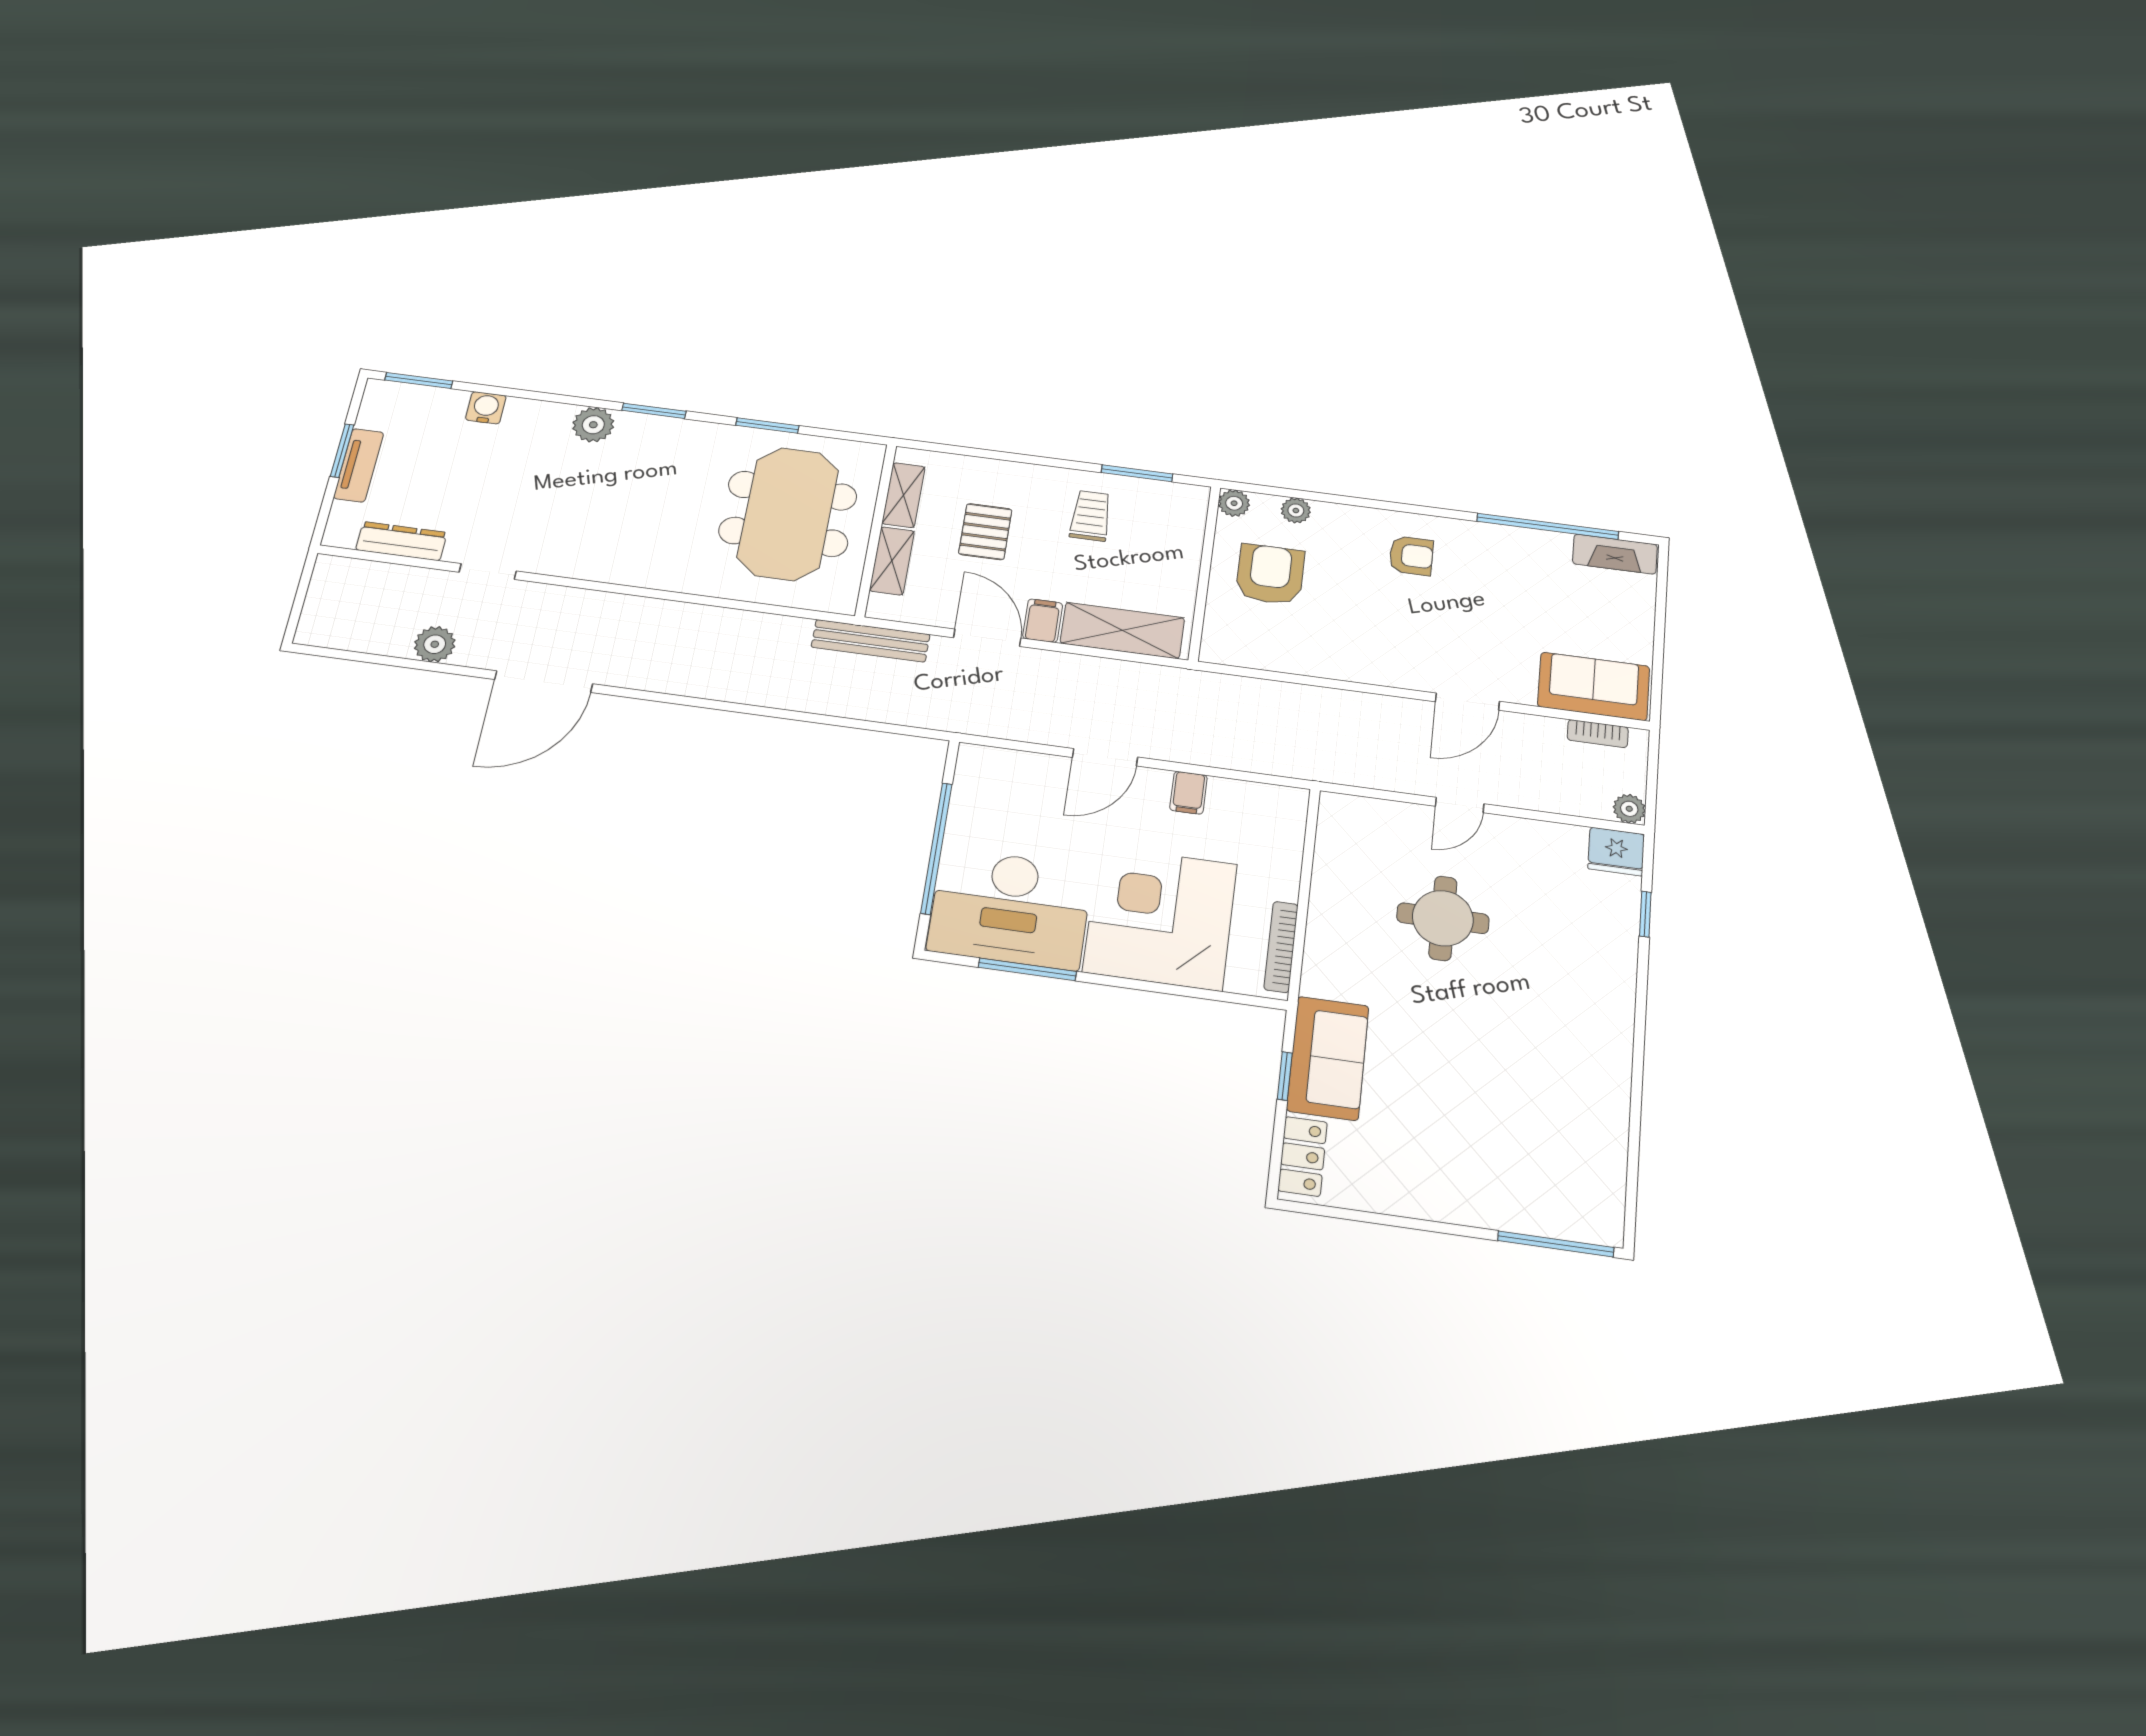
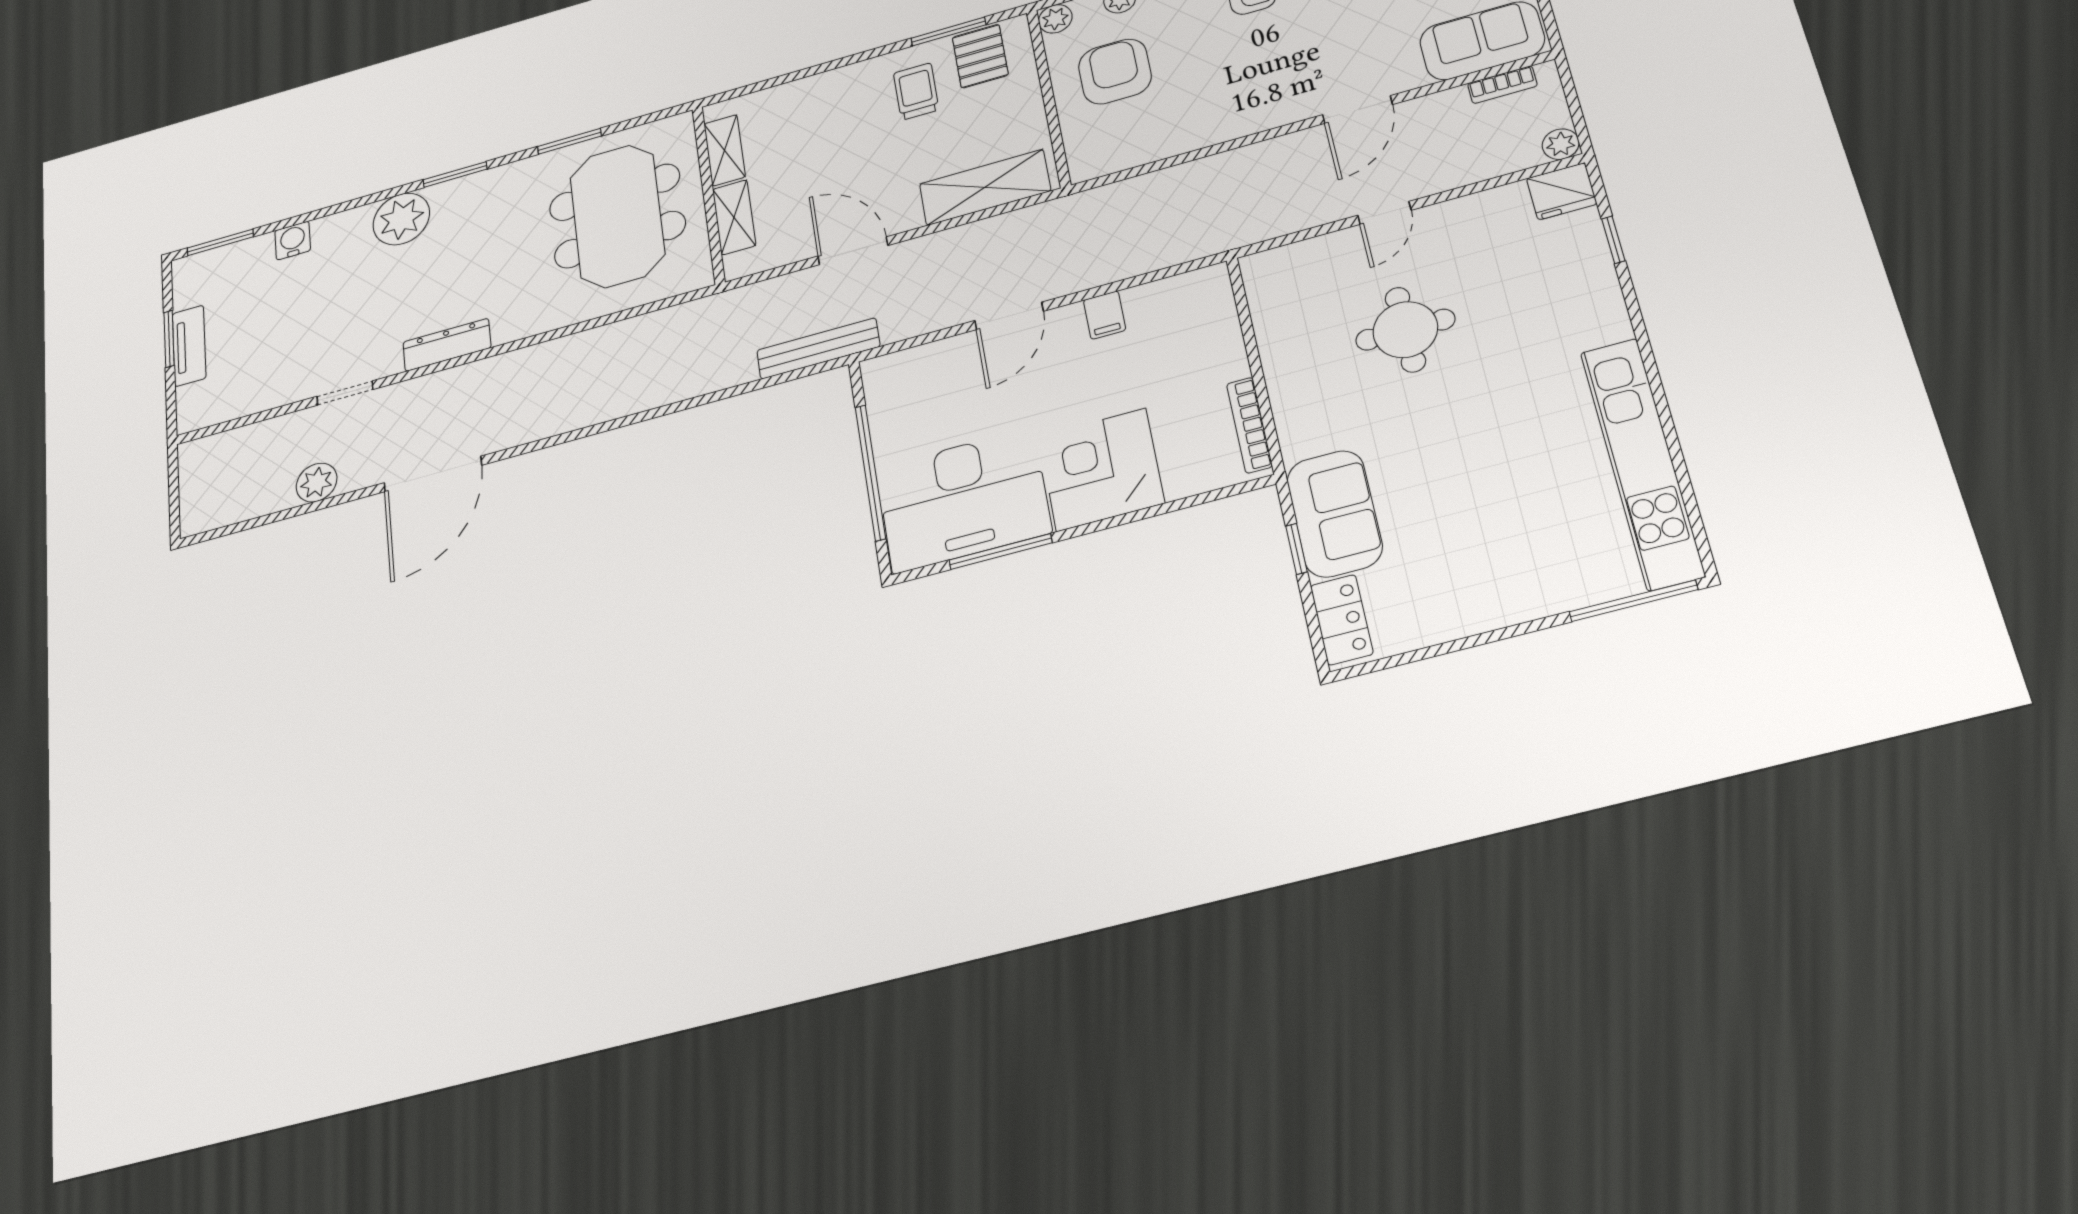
plant: (593, 425) -> (401, 219), width x1.36, depth x1.36
pallet: (985, 532) -> (980, 56), moved
dresser: (401, 541) -> (447, 345), moved
filing cabinet: (1043, 621) -> (902, 211), removed
bench: (871, 641) -> (818, 348), moved
corner desk: (1160, 918) -> (1101, 470), width x0.74, depth x0.74
kitchen unit: (1603, 1124) -> (1642, 463), added

